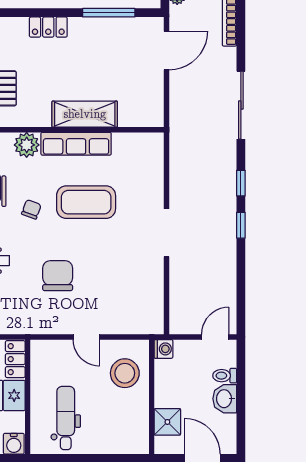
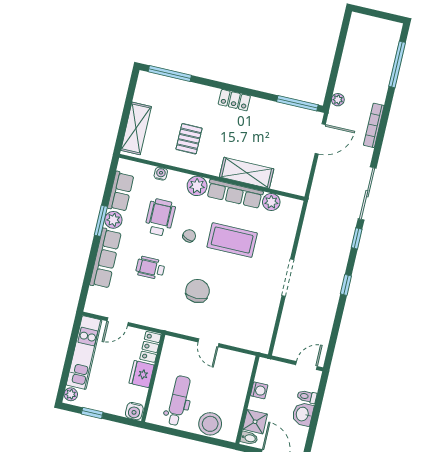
window: (109, 13) -> (297, 103), moved
plant: (124, 143) -> (271, 202), added
window: (241, 183) -> (357, 238), moved
washing machine: (163, 349) -> (259, 390), moved
stool: (125, 373) -> (210, 424), moved
bidet: (165, 444) -> (249, 438), added

